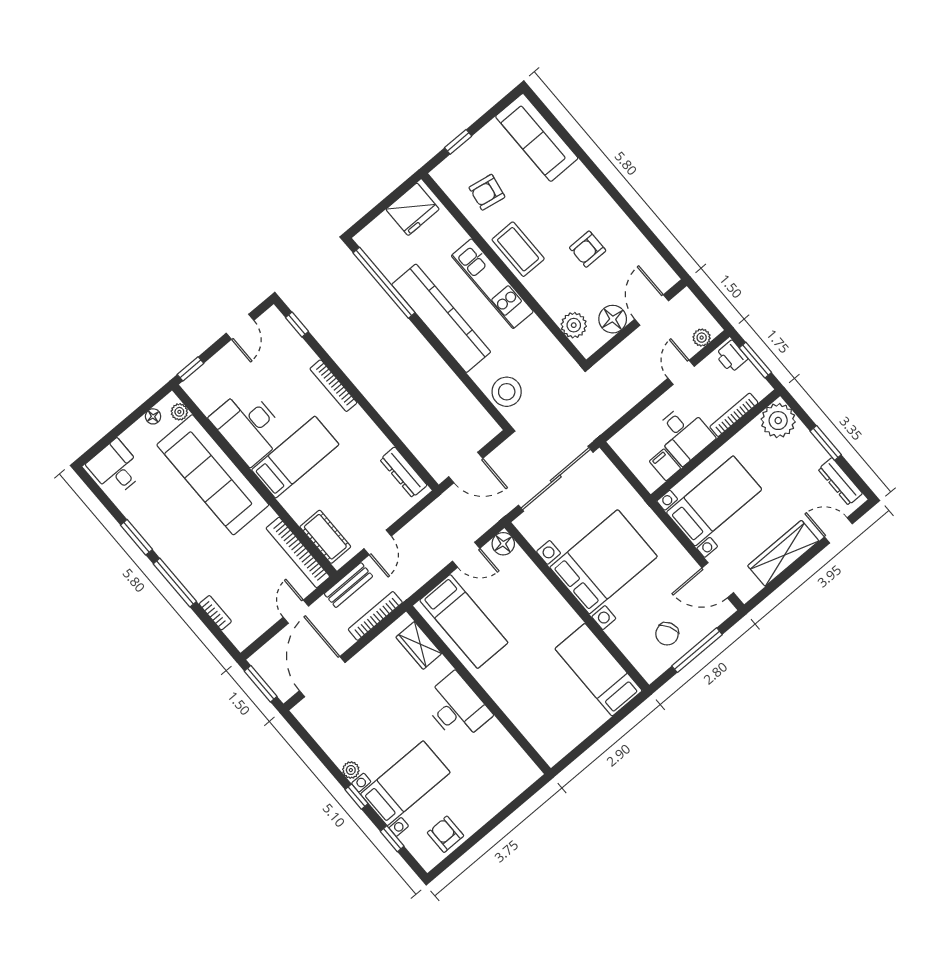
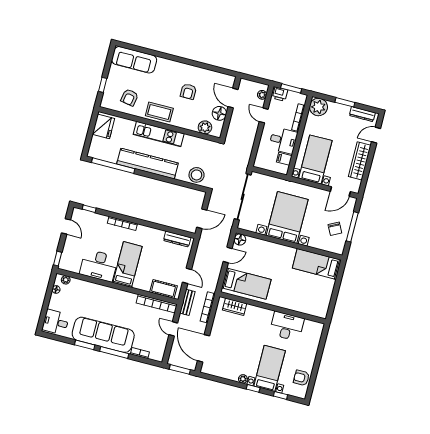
sofa: (213, 475) -> (103, 335), moved, turned 180
desk: (457, 707) -> (287, 326), moved

